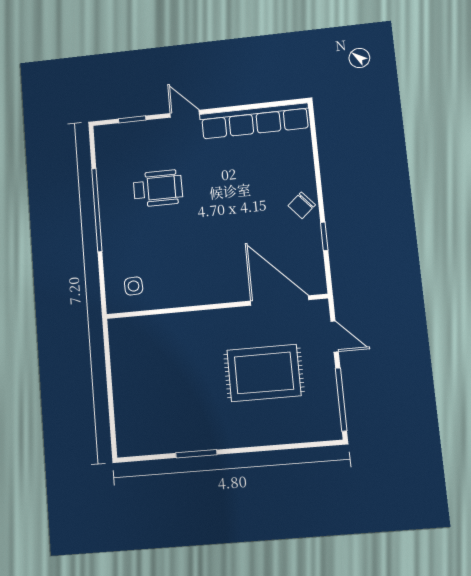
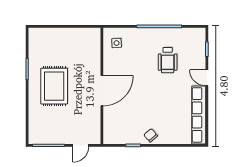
door: (185, 114) -> (207, 78), swing flipped
door: (280, 300) -> (102, 91), moved
rug: (264, 373) -> (54, 86), moved

